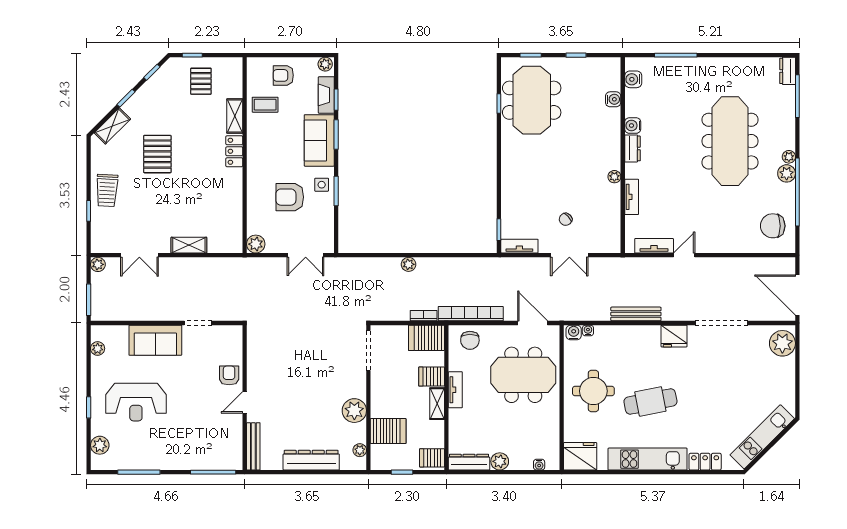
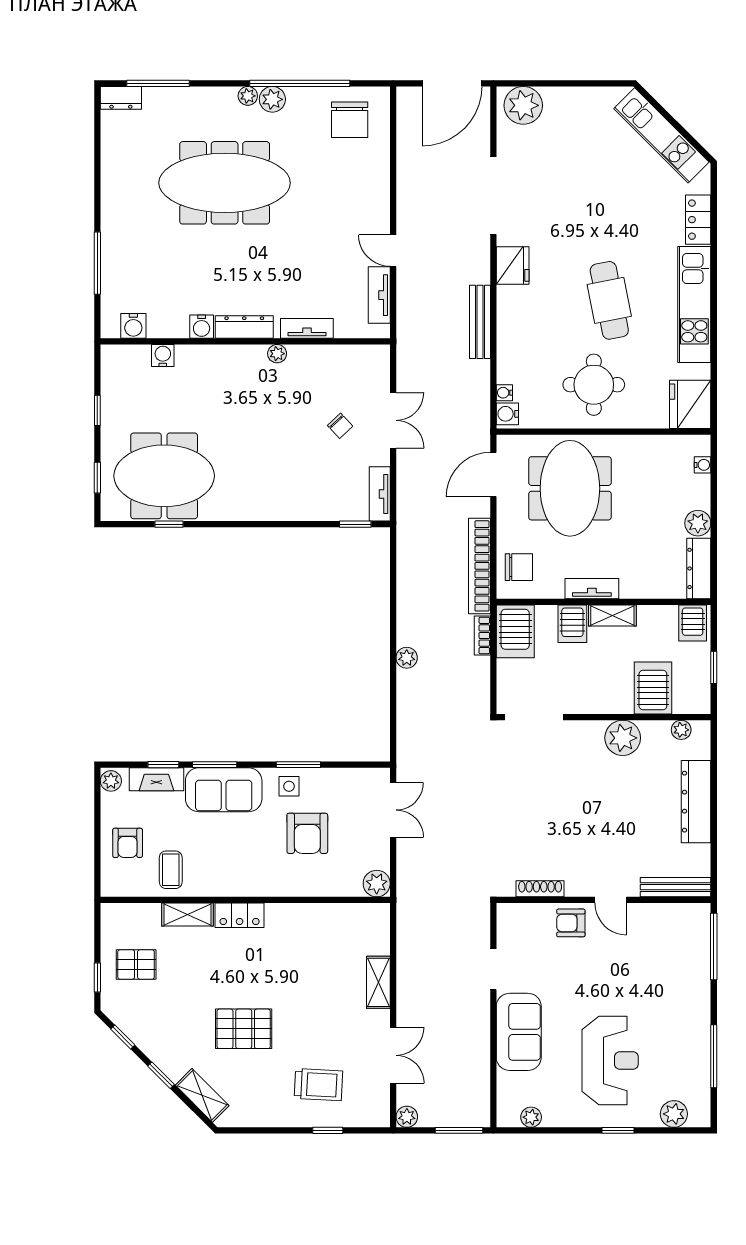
dresser: (632, 148) -> (244, 327), width x1.44
trolley: (107, 190) -> (318, 1085), moved
shoe rack: (252, 355) -> (540, 889), added

